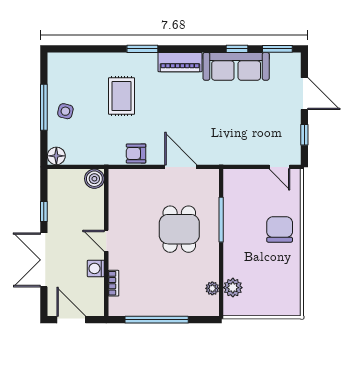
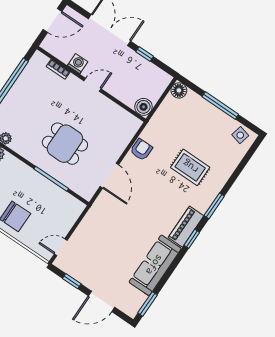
window: (237, 49) -> (192, 239), moved
side table: (65, 111) -> (240, 135), moved
door: (181, 167) -> (109, 176), hinge flipped

